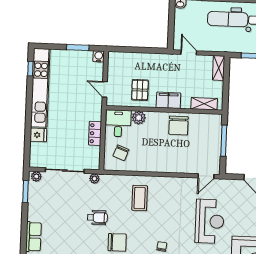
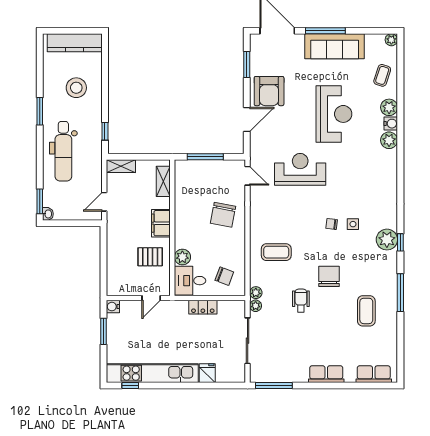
chair: (179, 125) -> (223, 215), moved, turned 101
plant: (36, 176) -> (256, 293), moved
window: (26, 191) -> (274, 386), width x1.44

